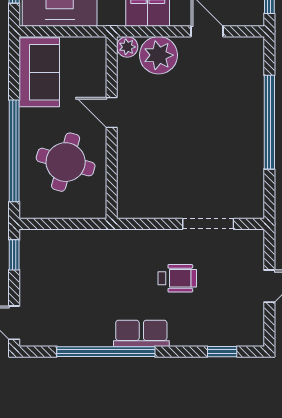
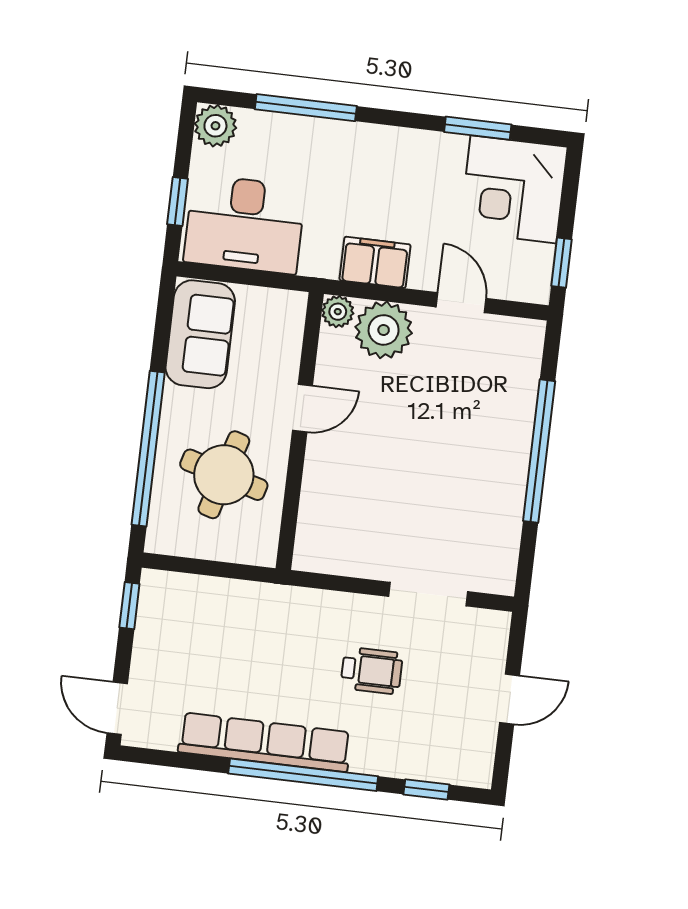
door: (112, 112) -> (303, 408), swing flipped
row of seats: (141, 333) -> (265, 742), width x2.02
window: (106, 352) -> (303, 775), moved

